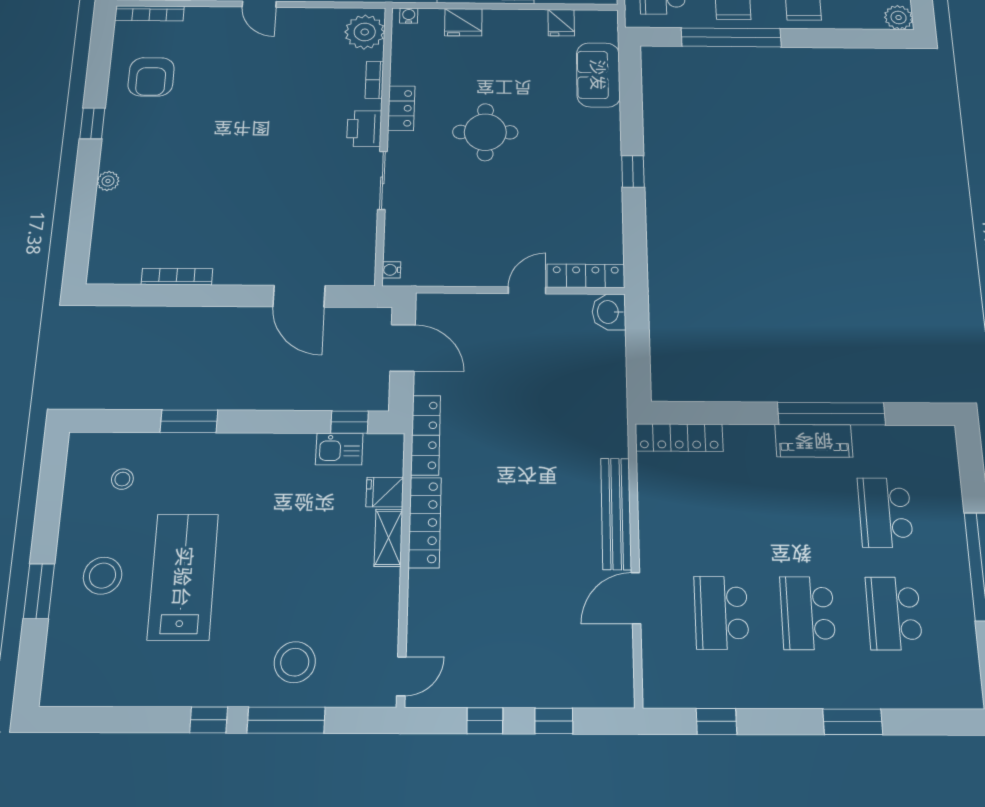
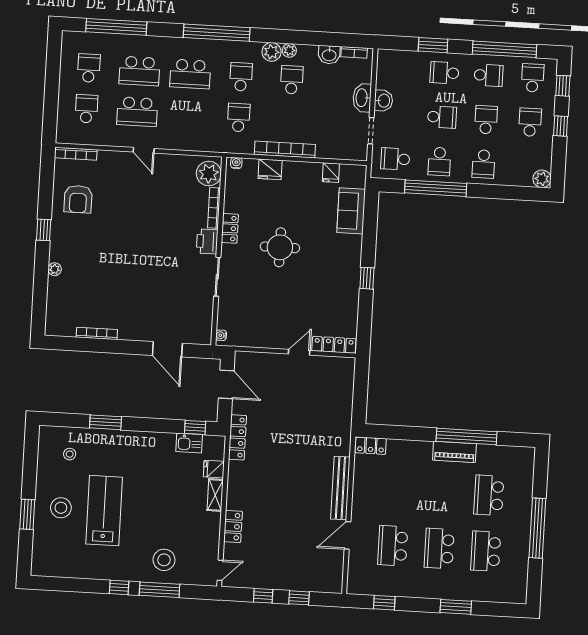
bookcase: (374, 80) -> (214, 208), width x1.56
washbasin: (609, 312) -> (346, 368), removed
locker: (679, 438) -> (371, 446), width x0.66
locker: (425, 522) -> (233, 527), moved, width x0.66

